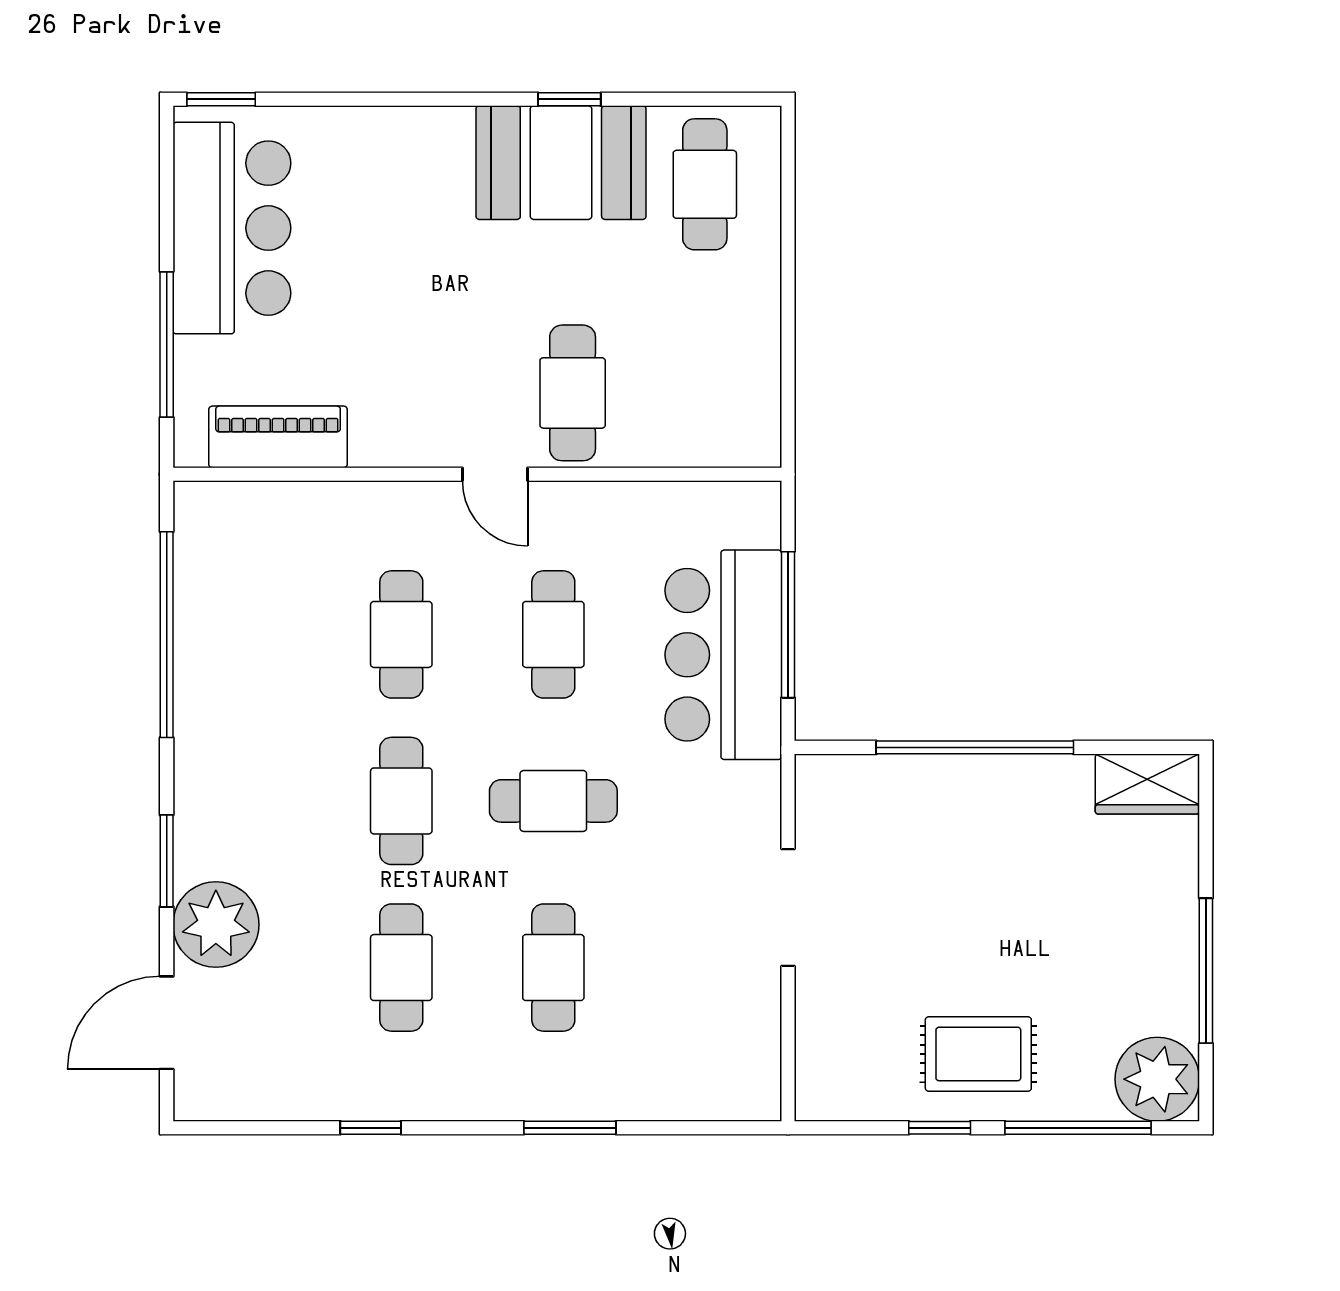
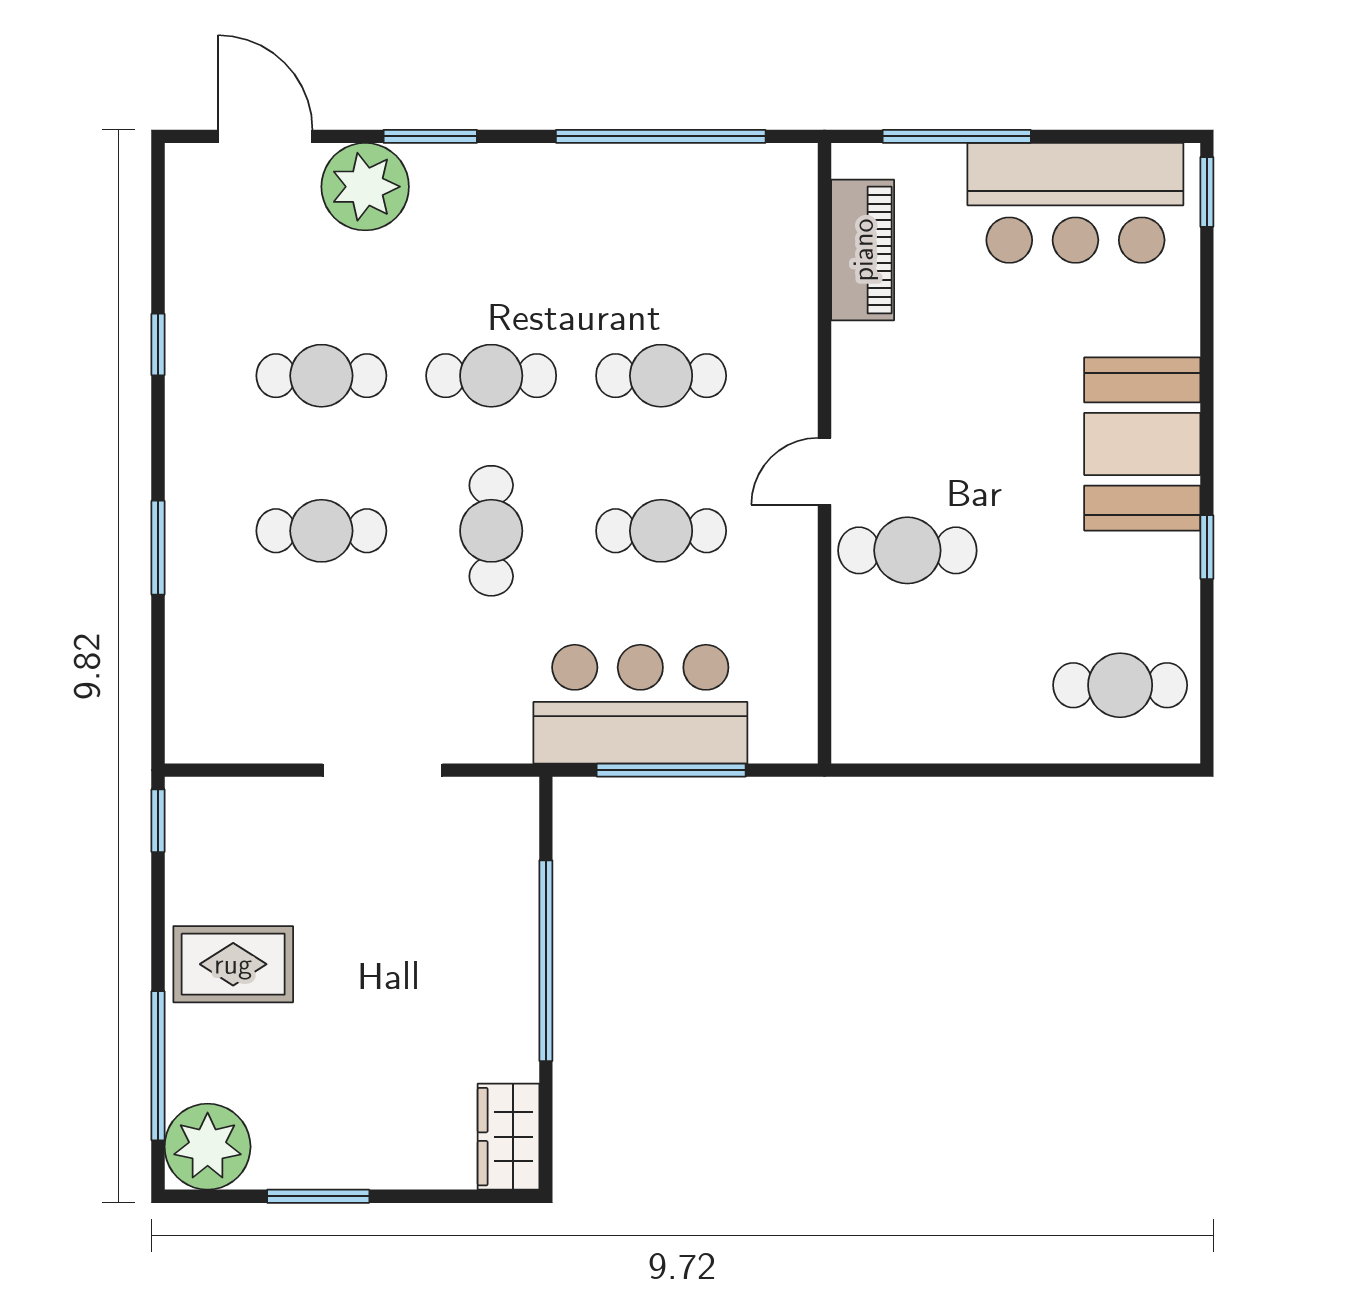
booth: (561, 163) -> (1142, 444), moved
window: (1206, 971) -> (318, 1196), width x0.69
rug: (978, 1054) -> (233, 964), turned 90
window: (940, 1128) -> (158, 821), moved

